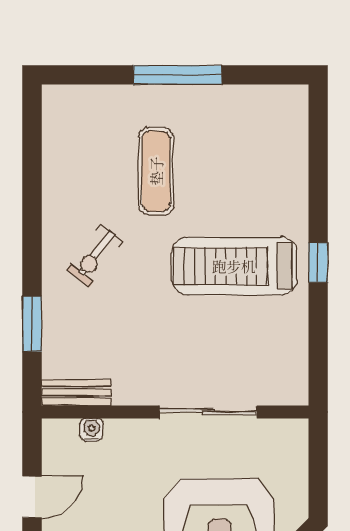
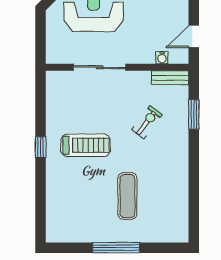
exercise bike: (95, 256) -> (147, 122), moved
treadmill: (234, 266) -> (85, 145), width x0.73, depth x0.73
door: (32, 497) -> (194, 36), moved

